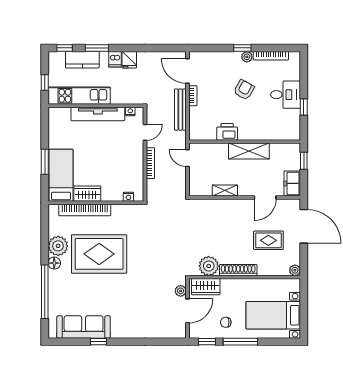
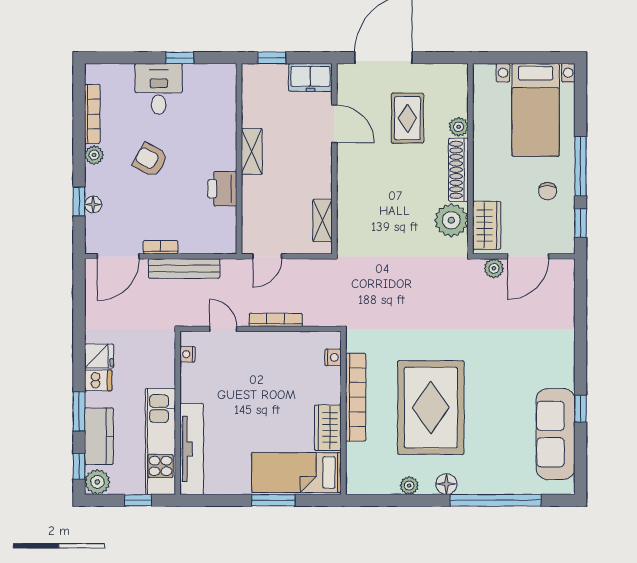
window: (242, 48) -> (79, 202), moved
floor lamp: (218, 56) -> (93, 204), added
plant: (56, 59) -> (97, 482), added
tv unit: (98, 114) -> (192, 449), moved
shelving: (249, 151) -> (252, 151), width x0.67, depth x0.75
shelving: (225, 191) -> (322, 220), moved
bookcase: (85, 210) -> (356, 397), moved
plant: (58, 246) -> (409, 486), width x0.53, depth x0.53
plant: (295, 270) -> (459, 127), moved
door: (188, 311) -> (528, 256), swing flipped

